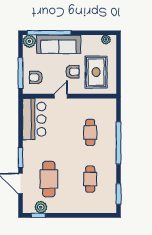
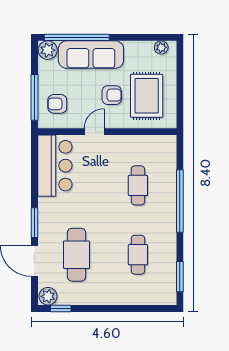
plant: (41, 207) -> (48, 296), moved

